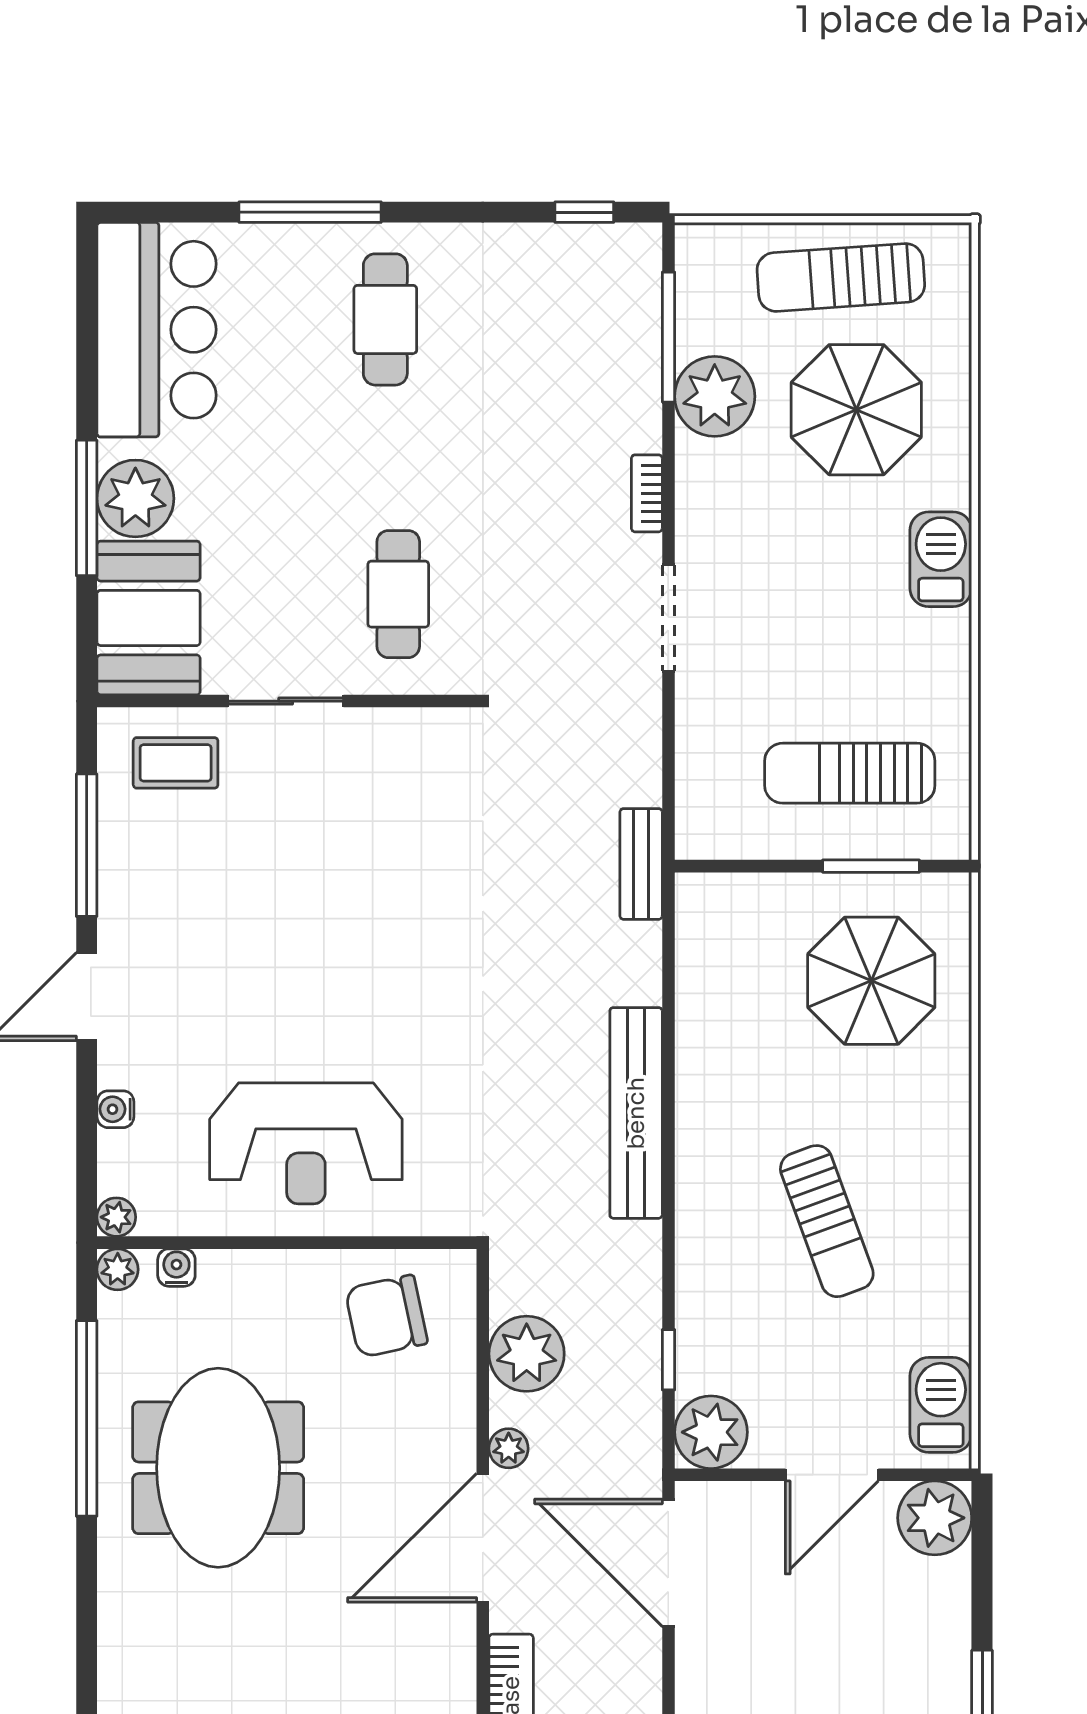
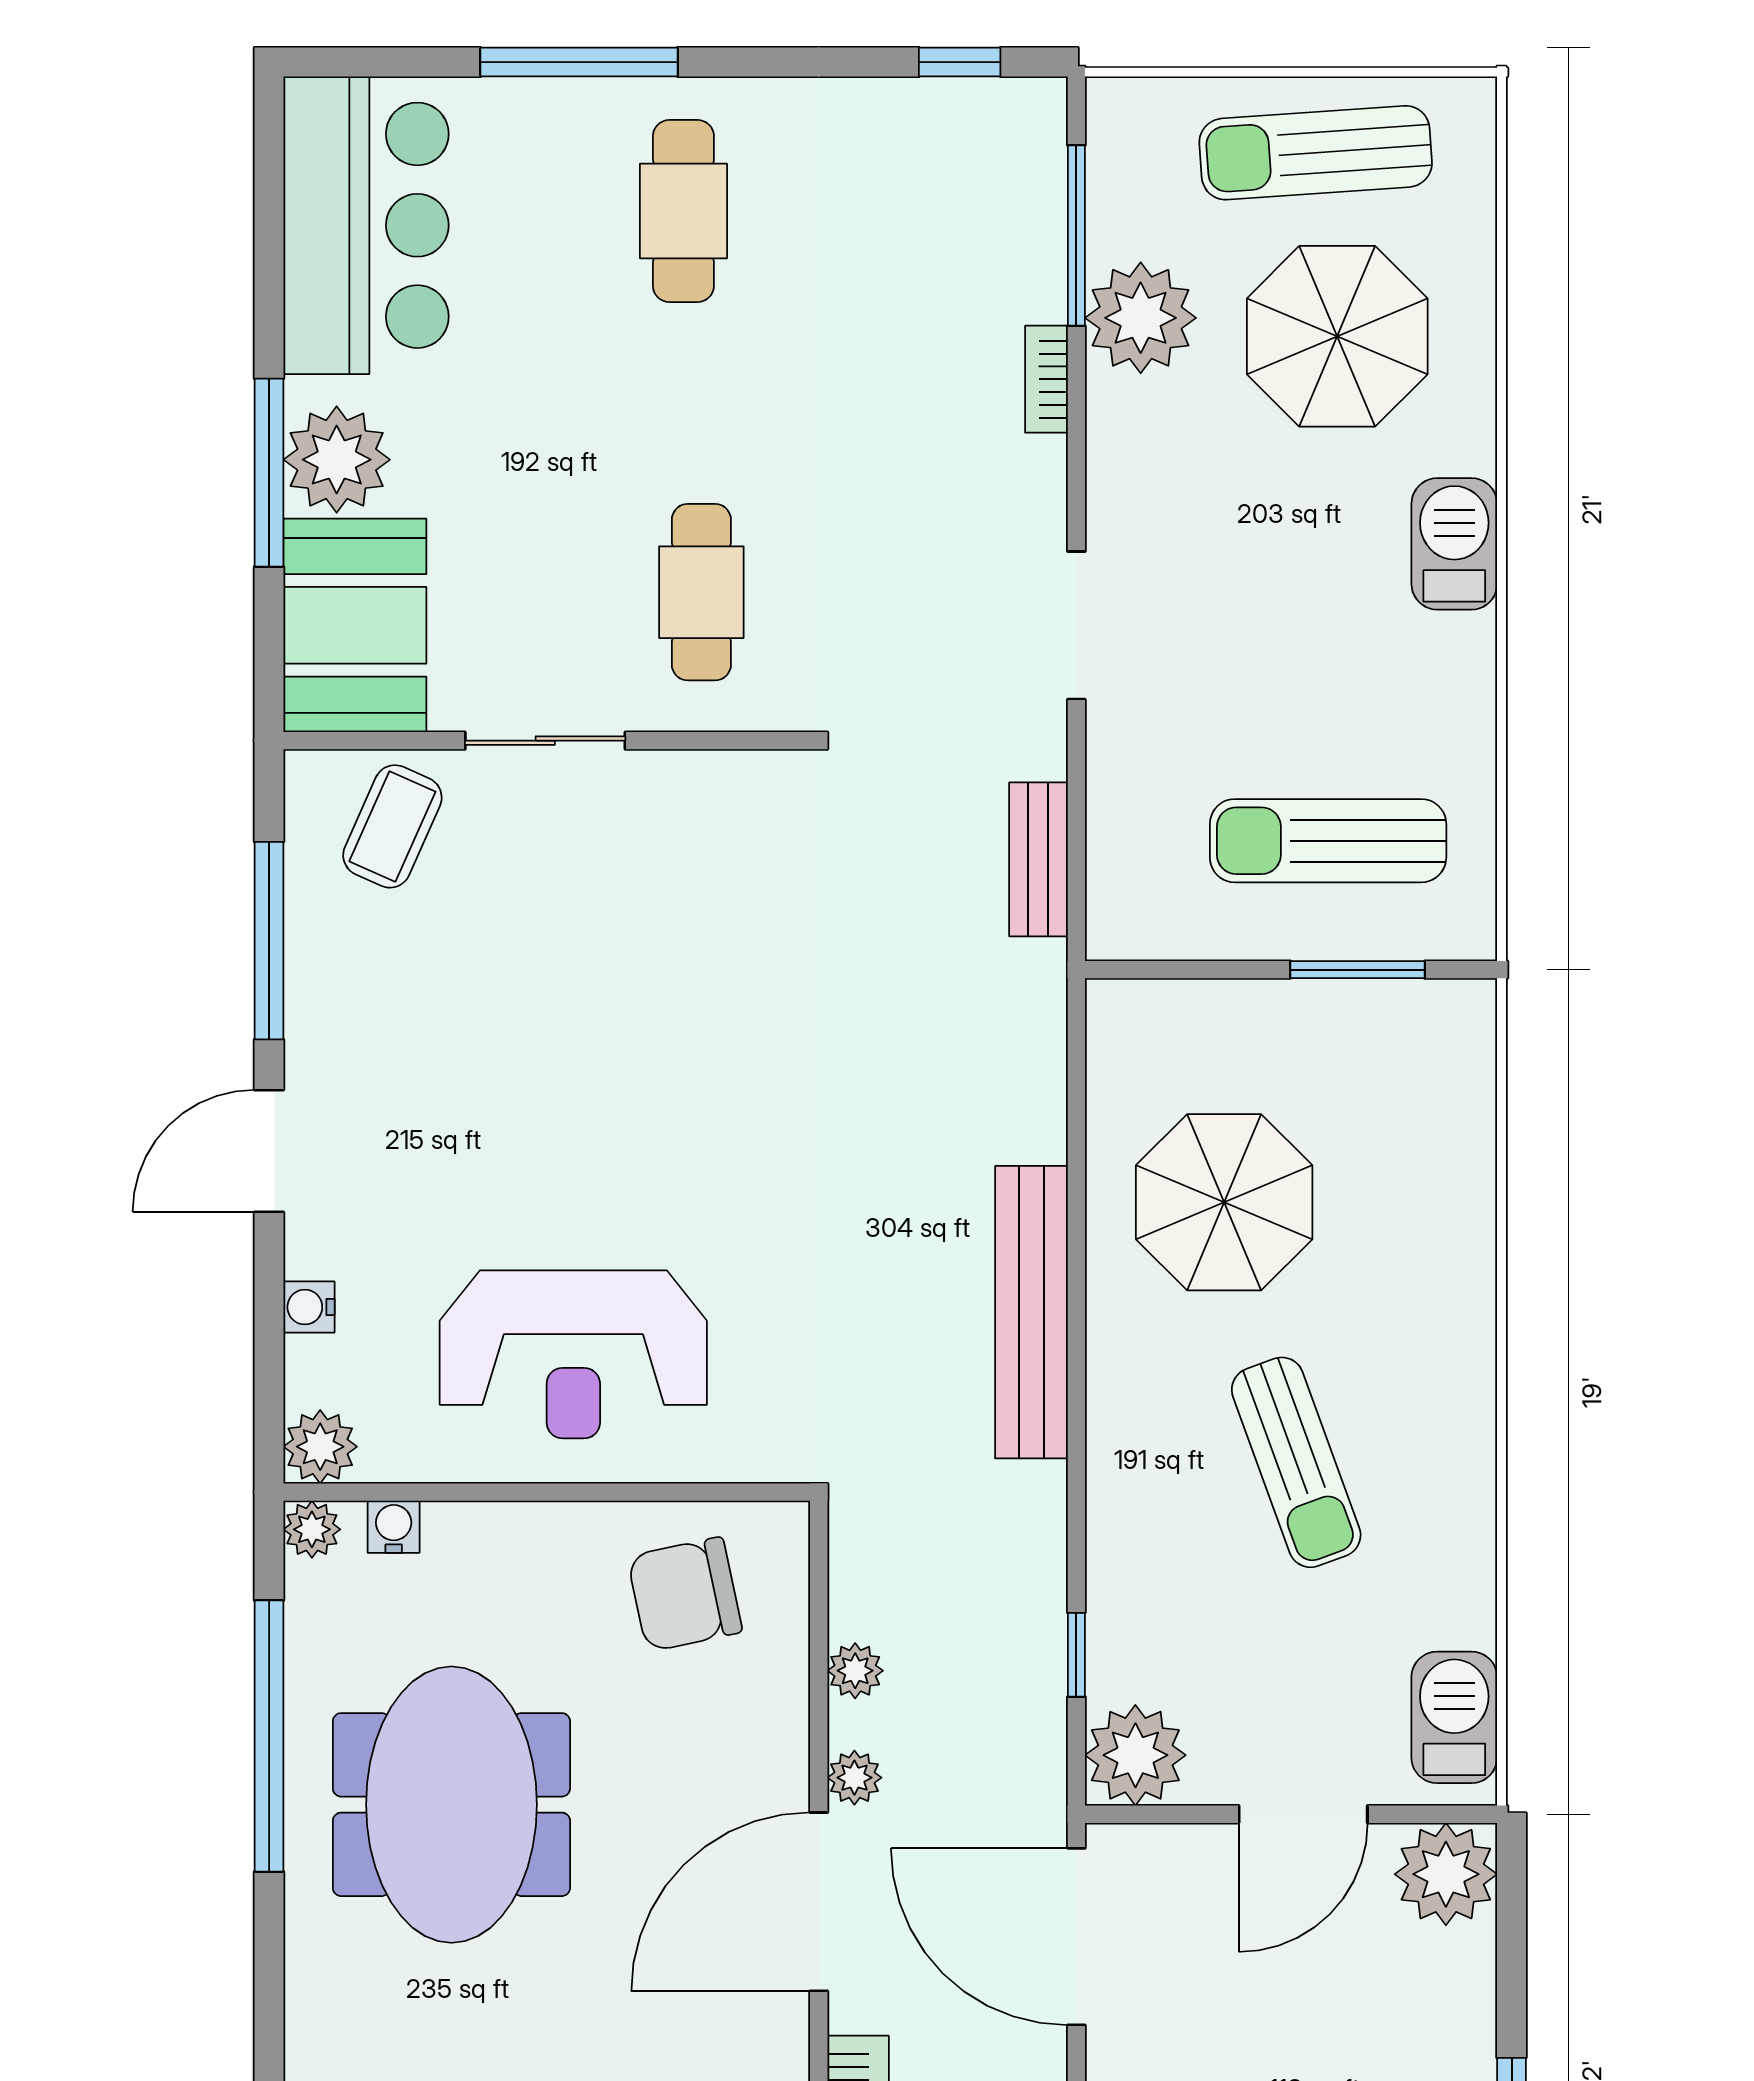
bookcase: (647, 493) -> (1046, 379), moved
coffee table: (176, 763) -> (392, 826), turned -66
bench: (641, 864) -> (1038, 859), moved
parasol: (871, 981) -> (1224, 1202), moved
plant: (116, 1217) -> (320, 1447), width x1.38, depth x1.38
plant: (527, 1354) -> (855, 1671), width x0.53, depth x0.53

